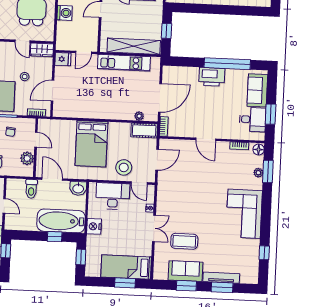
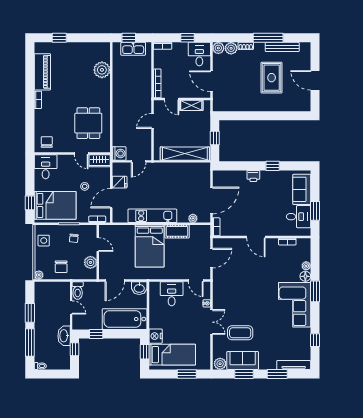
washing machine: (65, 13) -> (119, 153), moved
fridge: (63, 59) -> (120, 182), moved
kitchen unit: (124, 63) -> (152, 216), moved, turned 180
window: (227, 64) -> (273, 166), width x0.32
printer: (212, 77) -> (253, 176), width x0.53, depth x0.68
cot: (144, 130) -> (177, 231), moved
floor lamp: (259, 150) -> (305, 276), moved
stool: (124, 167) -> (181, 267), removed
window: (268, 171) -> (315, 291), moved
door: (52, 179) -> (115, 281), swing flipped
toilet: (31, 189) -> (78, 290), moved
desk: (113, 196) -> (172, 294), width x0.73
nightstand: (94, 226) -> (156, 336), moved
window: (55, 237) -> (96, 334), moved
bed: (126, 267) -> (172, 355), moved, turned 180
plant: (161, 273) -> (220, 364), added
tv unit: (221, 278) -> (294, 365), moved

